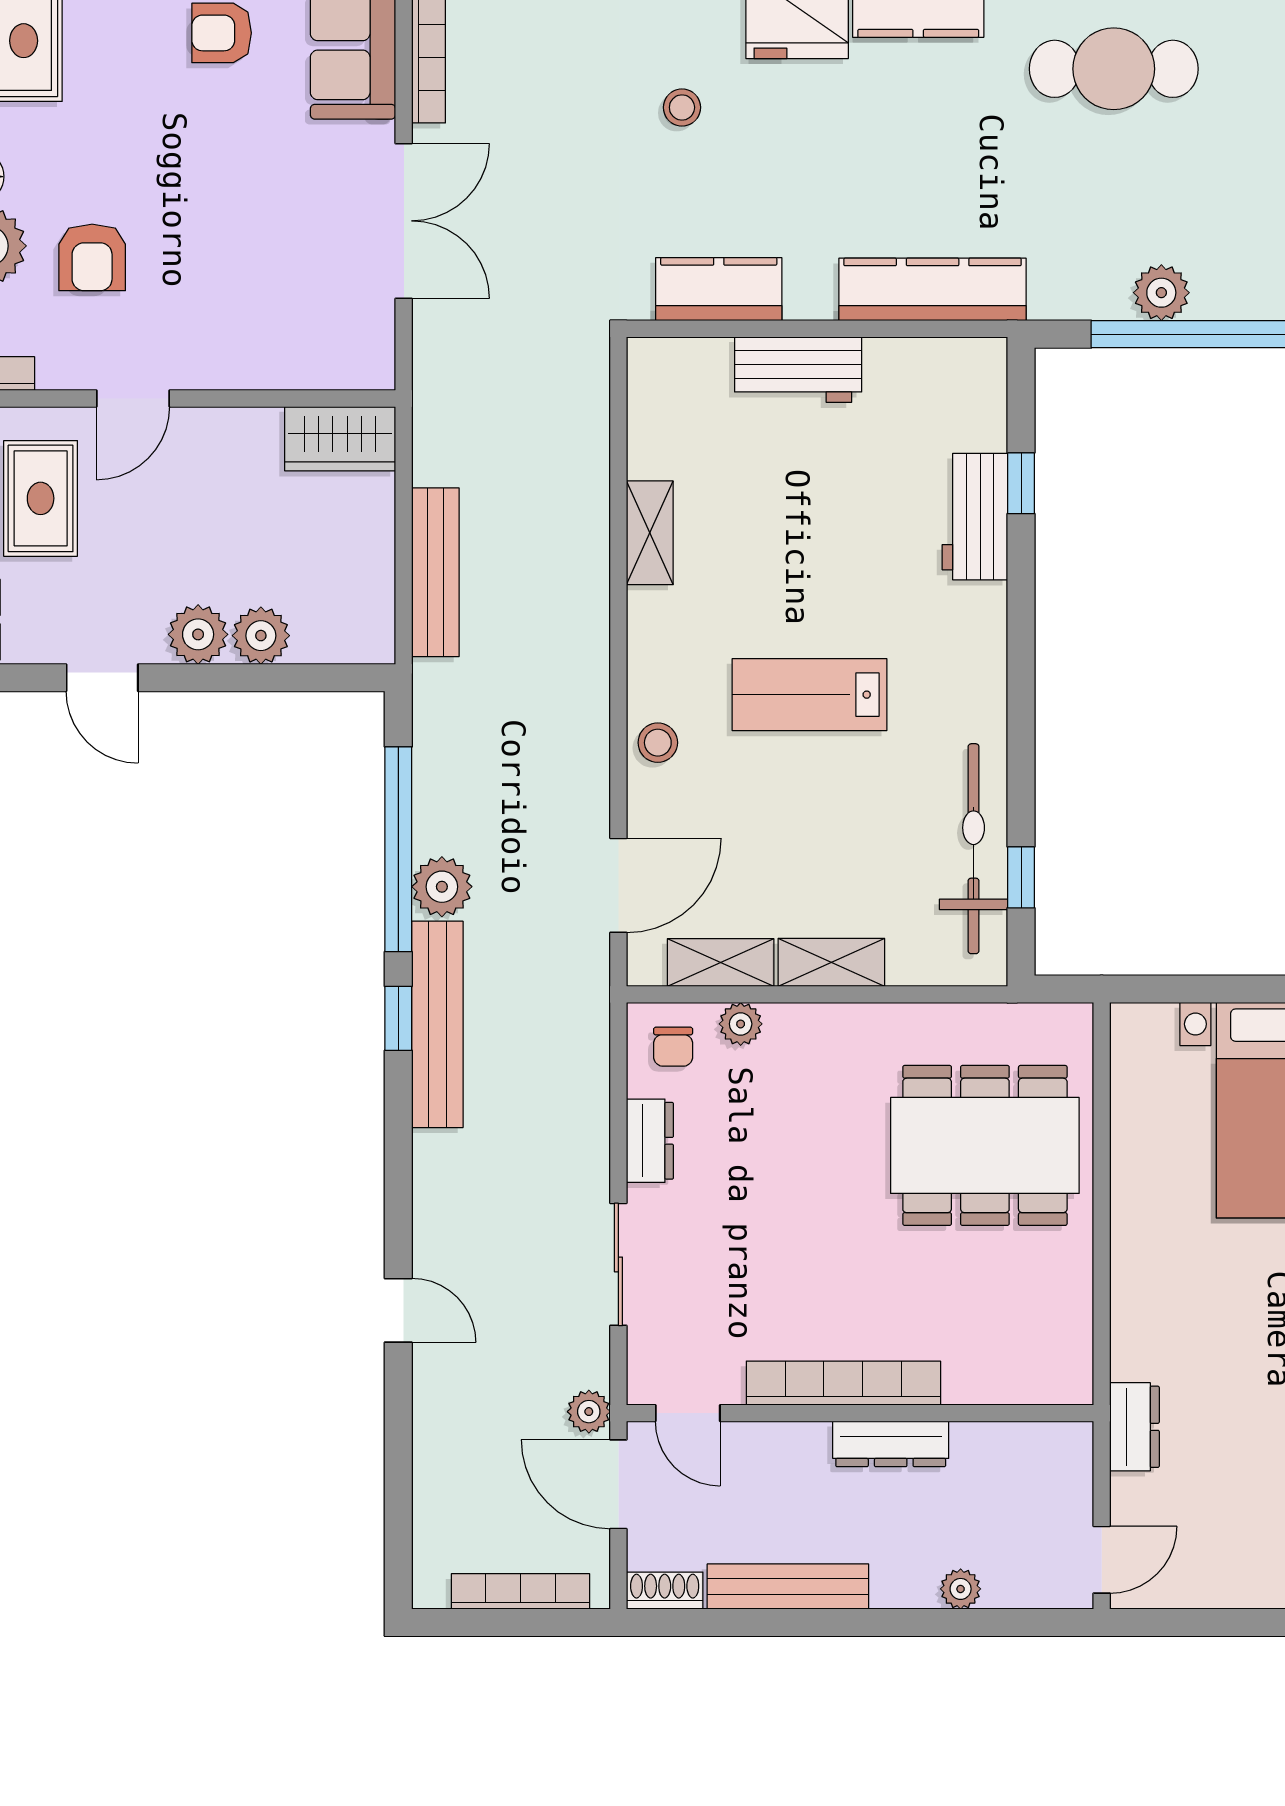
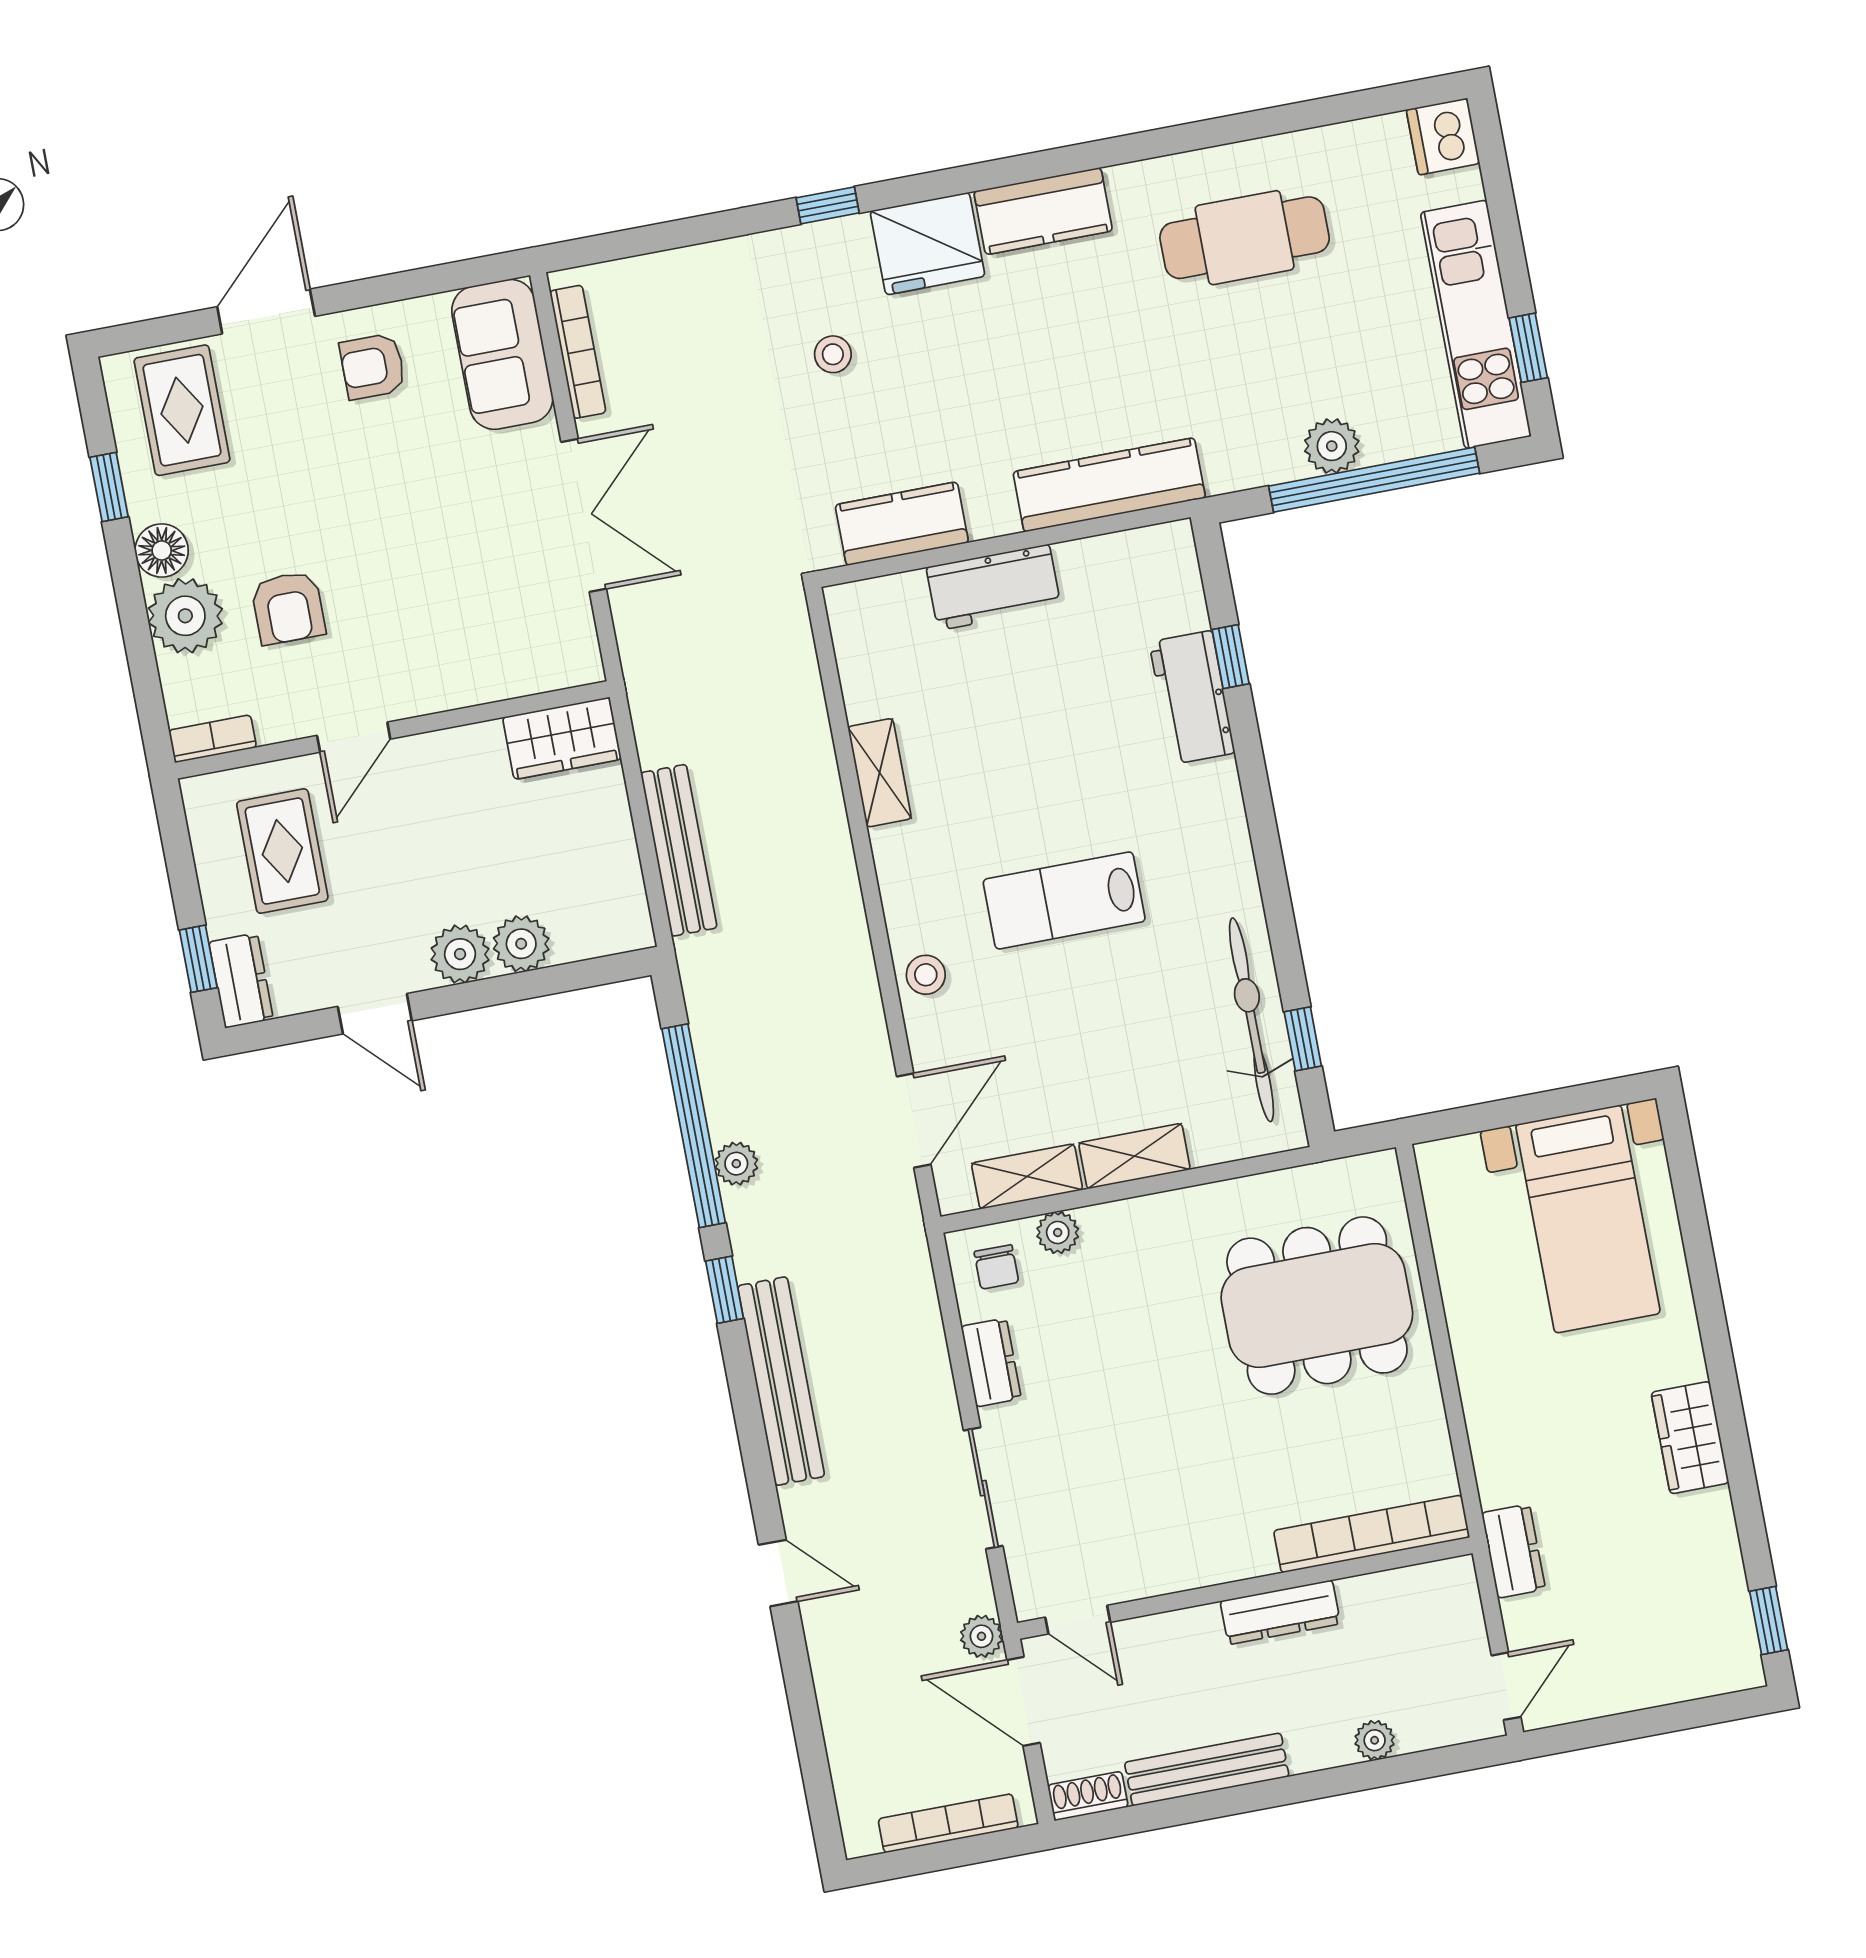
plant: (442, 887) -> (736, 1164), width x0.73, depth x0.73
bench: (437, 1024) -> (781, 1381), moved
bookcase: (843, 1383) -> (1372, 1534), moved

